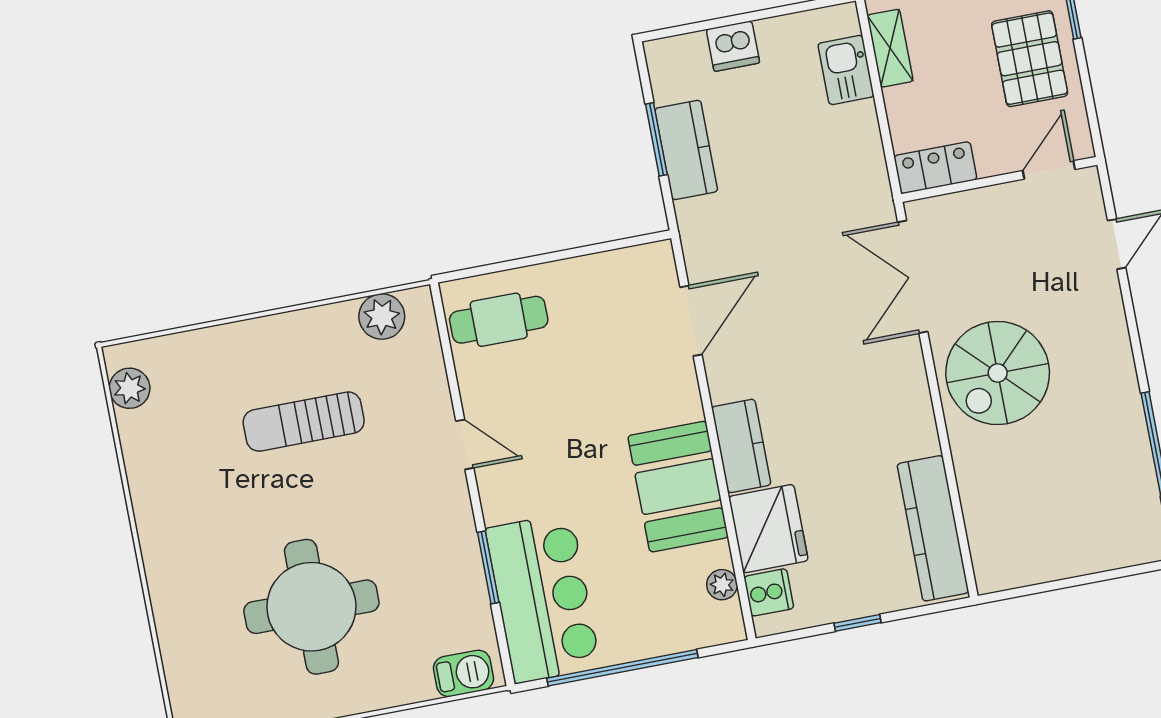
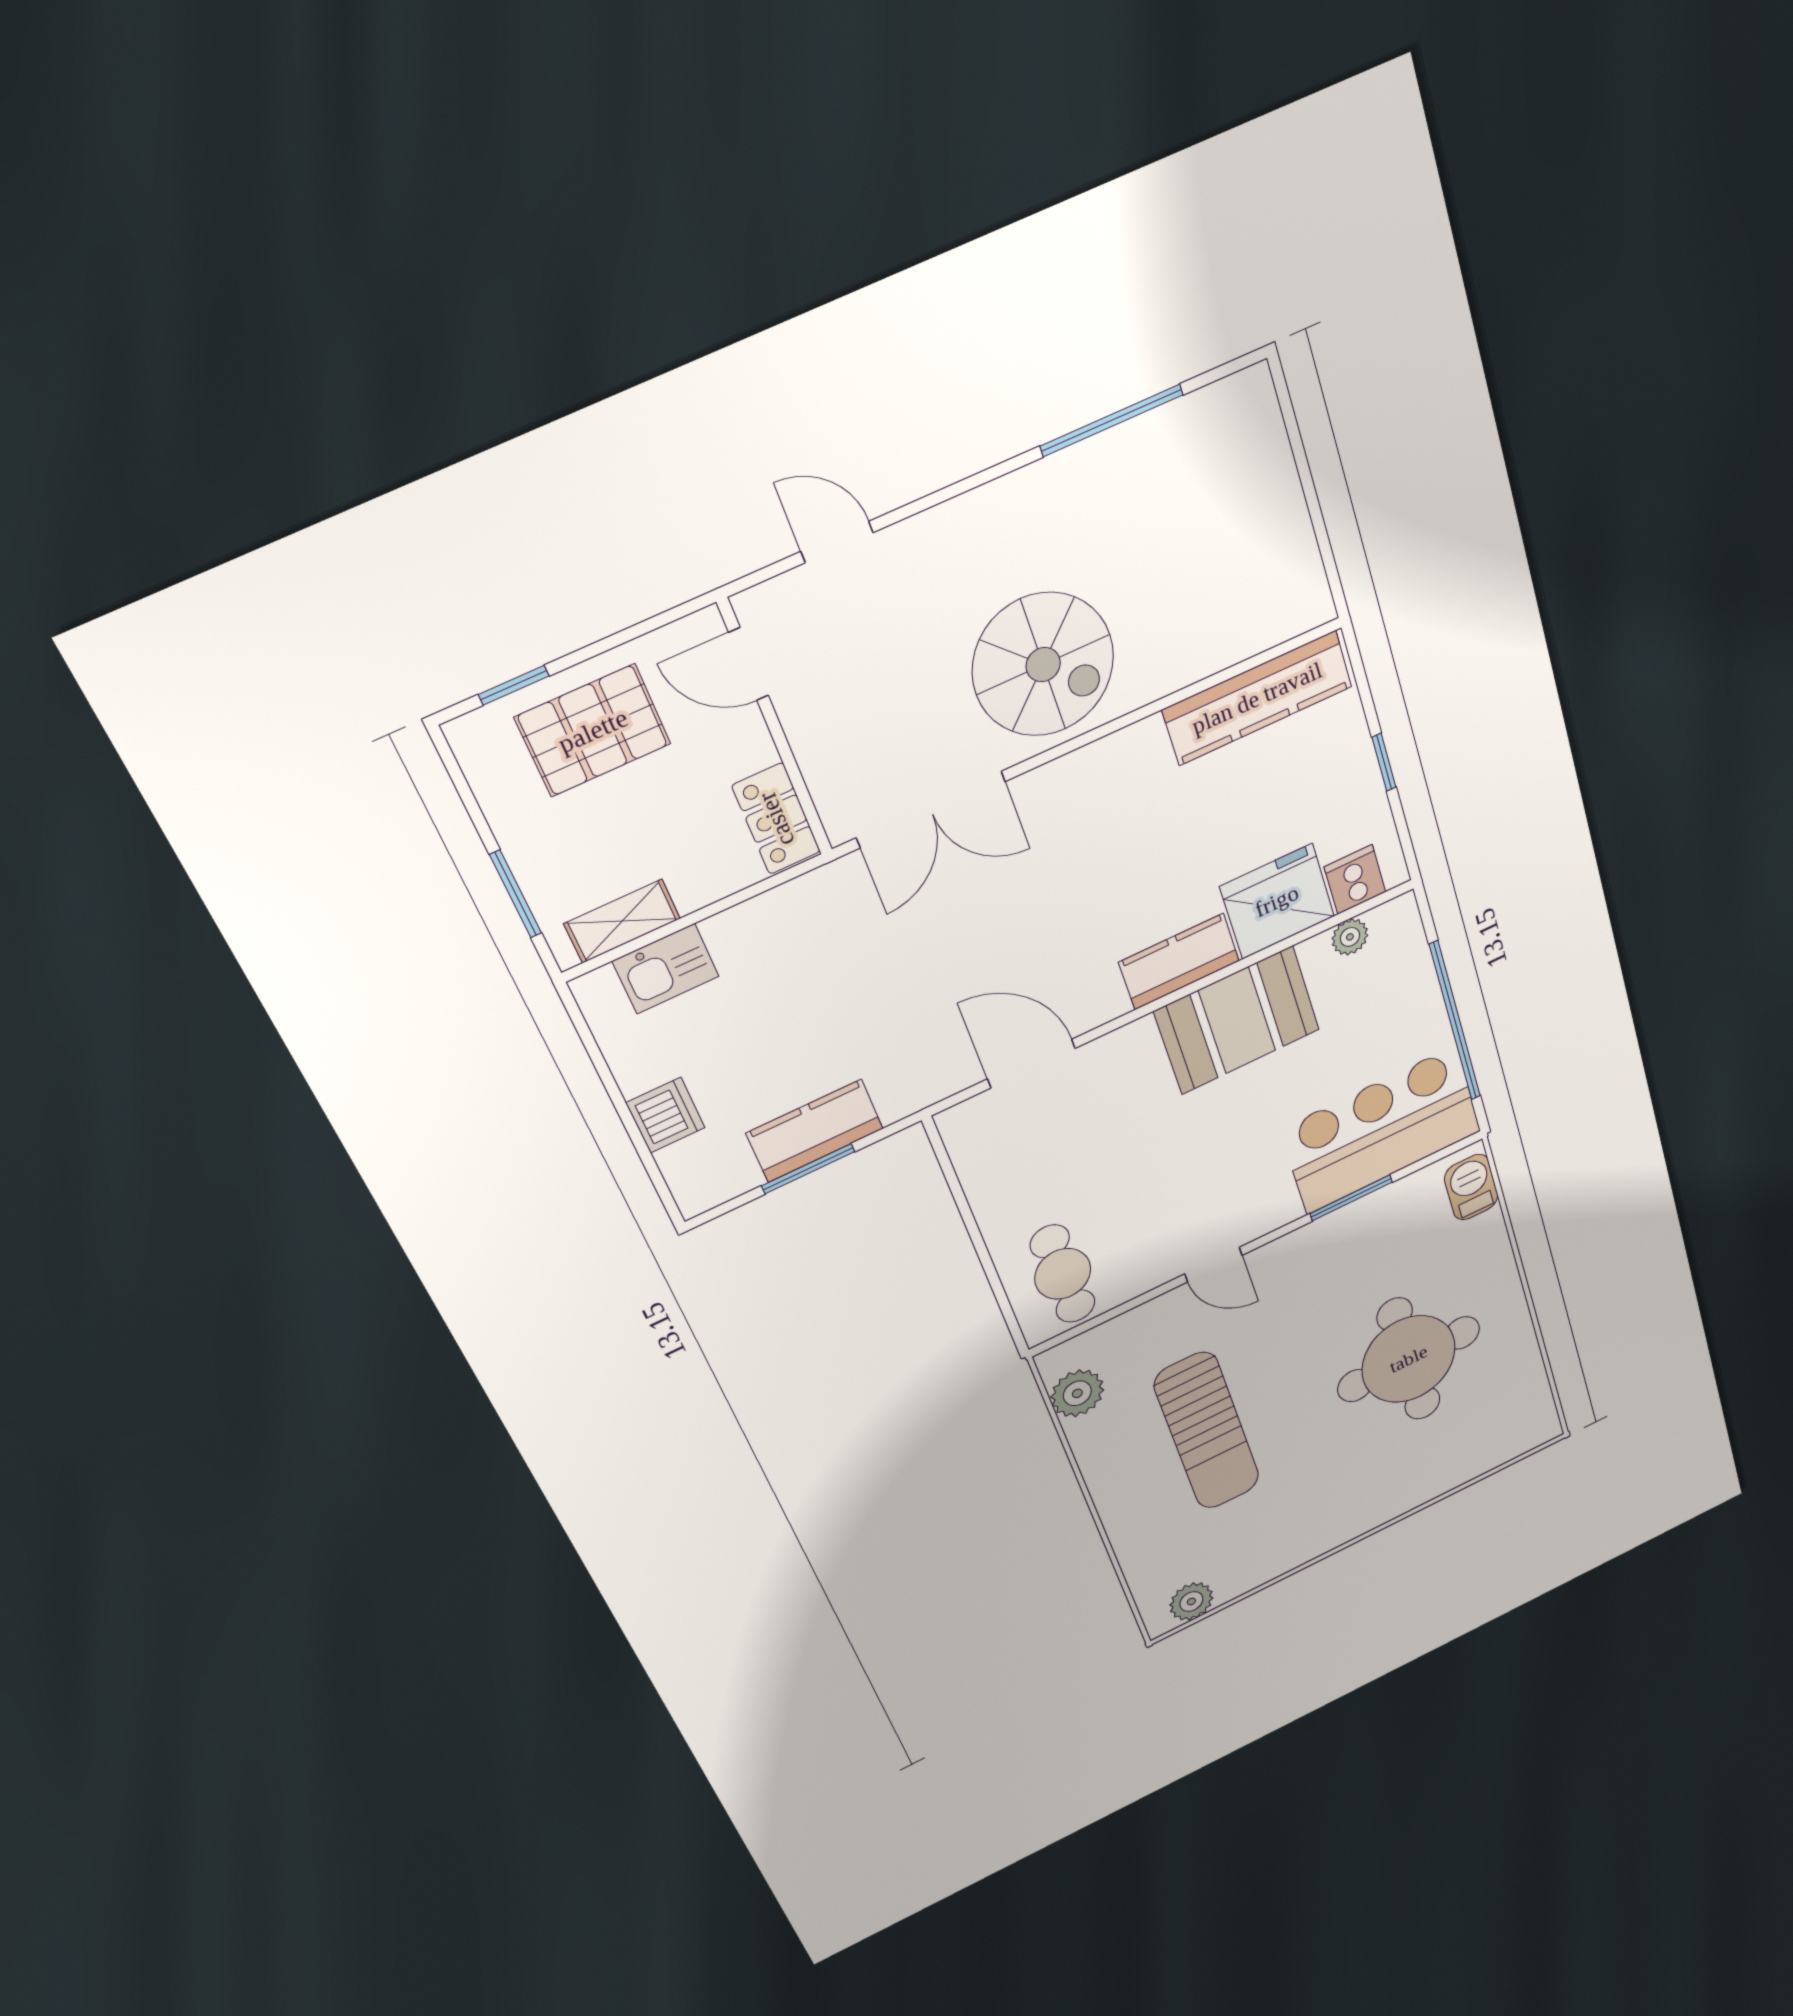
sun lounger: (304, 422) -> (1207, 1431), width x1.36, depth x1.34
door: (465, 444) -> (1213, 1265), swing flipped

